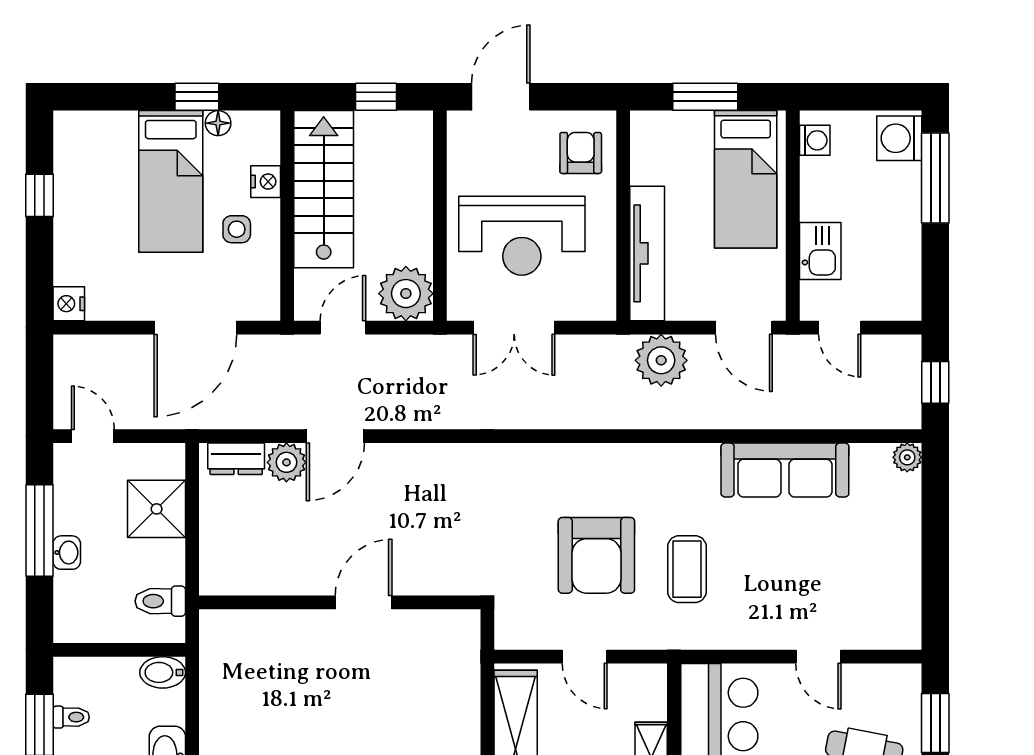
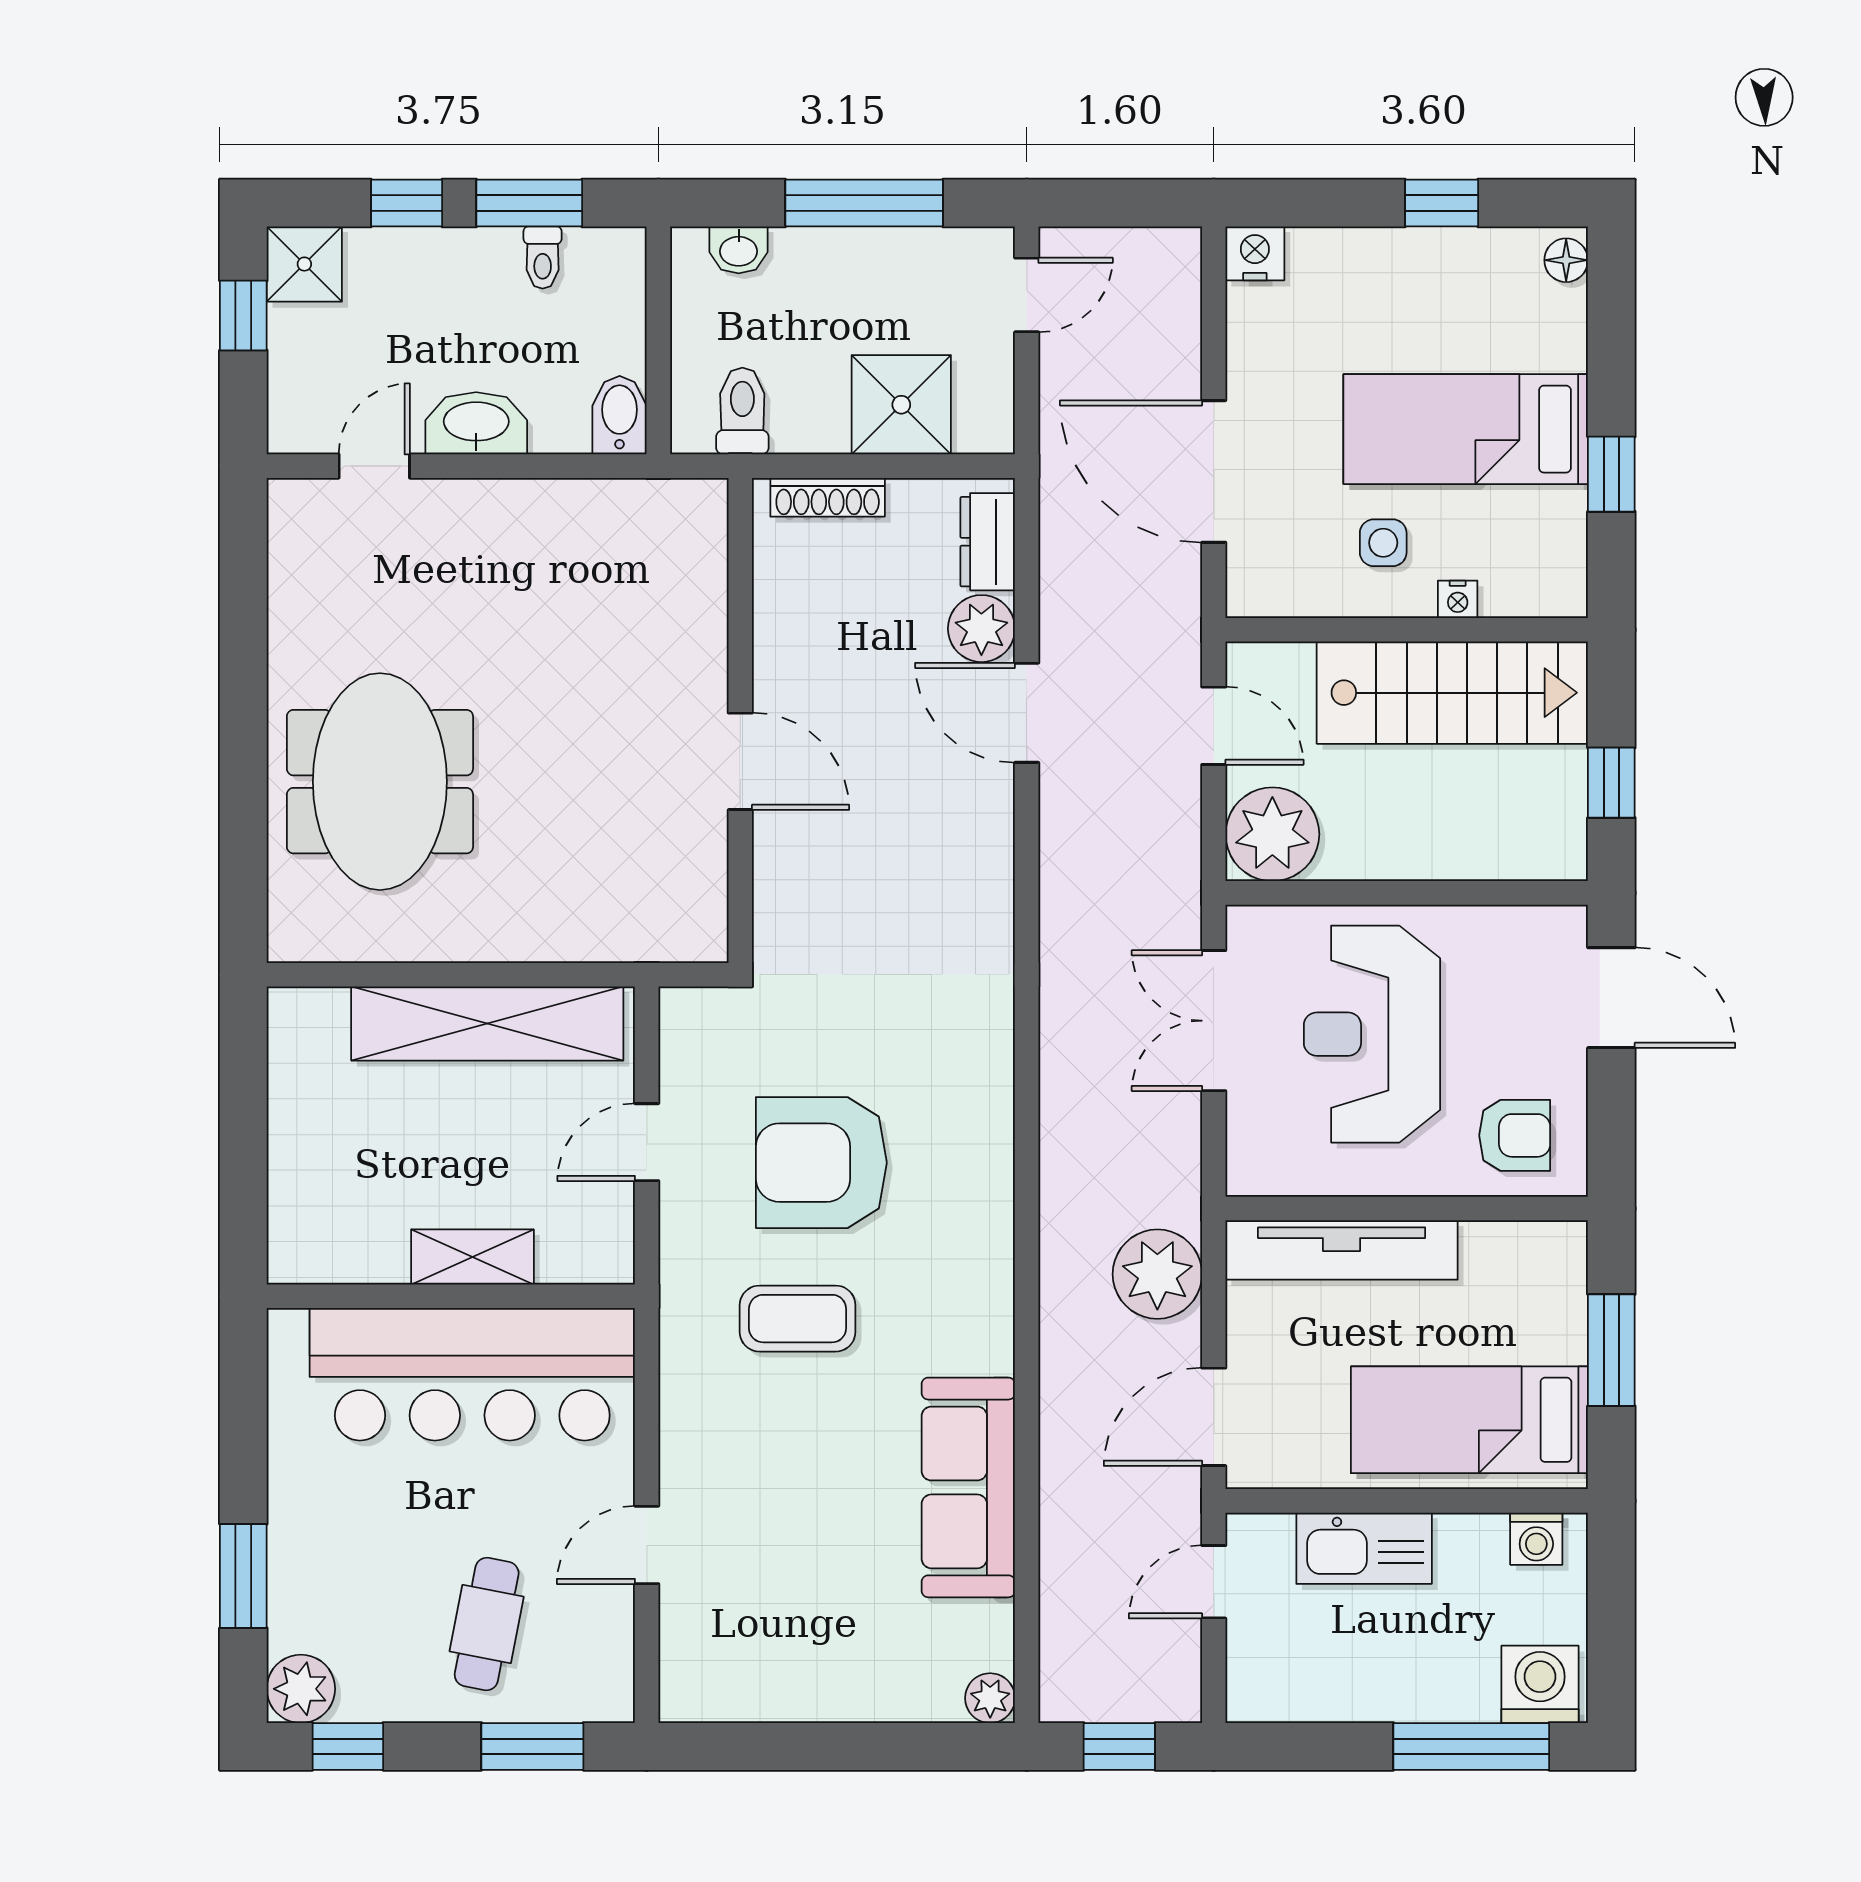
floor lamp: (218, 123) -> (1566, 260), moved
nightstand: (266, 182) -> (1458, 599), width x0.72, depth x0.74
kitchen sink: (820, 251) -> (1364, 1548), width x1.38
shoe rack: (210, 552) -> (828, 497), added
washbasin: (67, 553) -> (739, 250), moved

